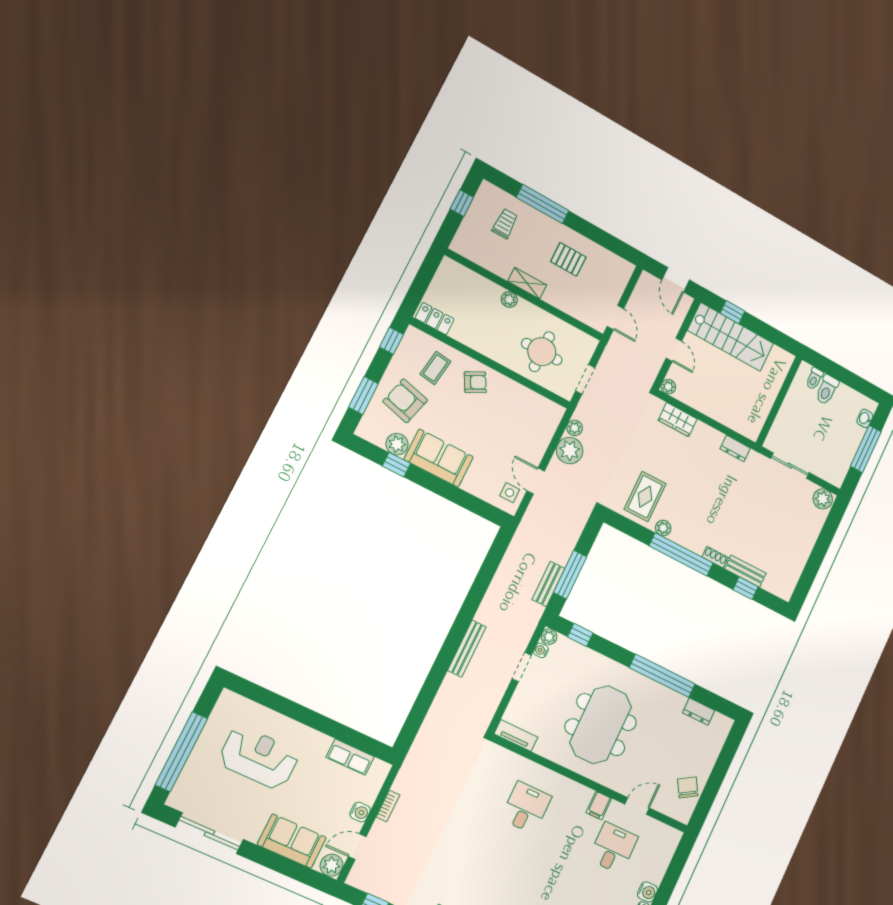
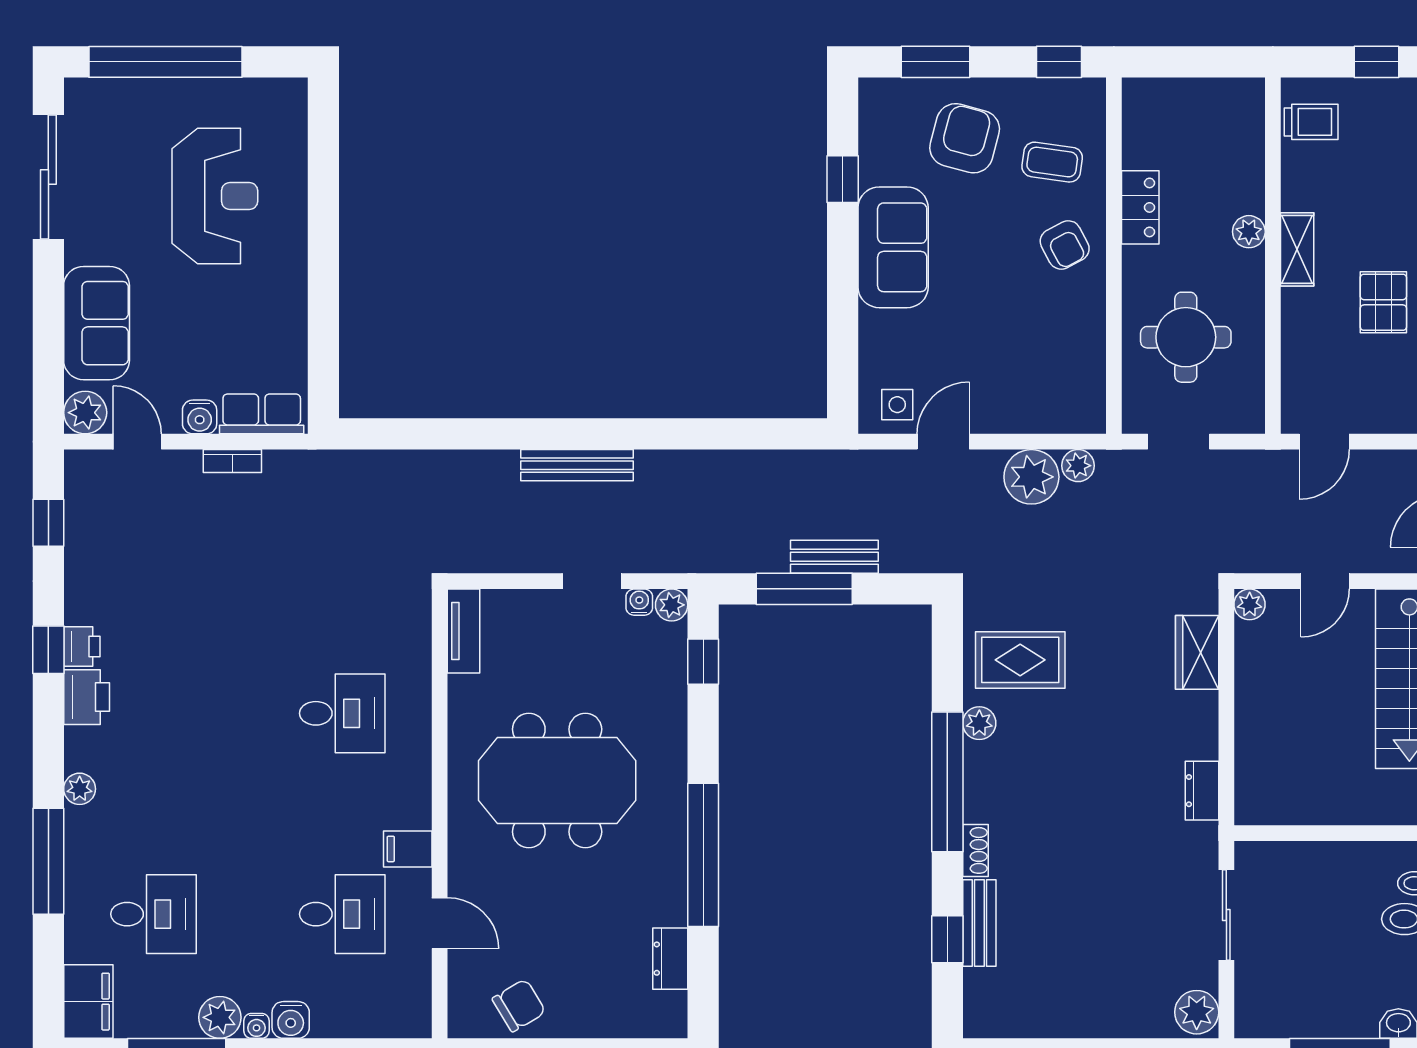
trolley: (505, 224) -> (1311, 122), moved
locker: (435, 319) -> (1140, 207), moved
plant: (397, 444) -> (880, 162), removed
bench: (548, 584) -> (834, 557), moved
row of seats: (350, 757) -> (262, 414), moved, turned 90

